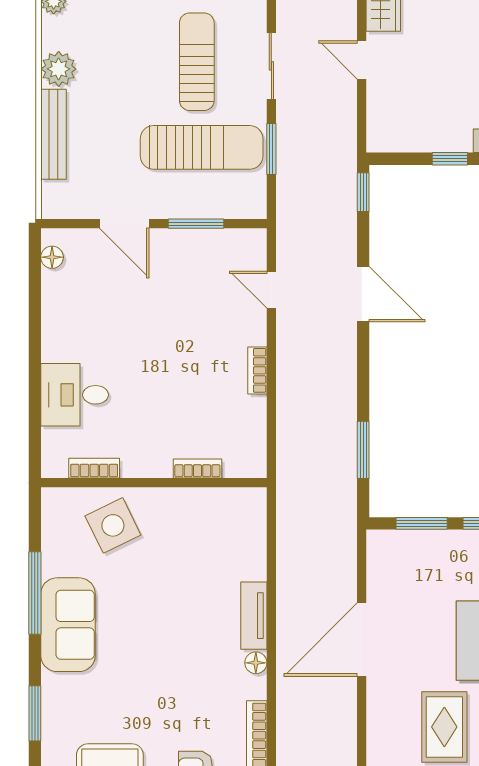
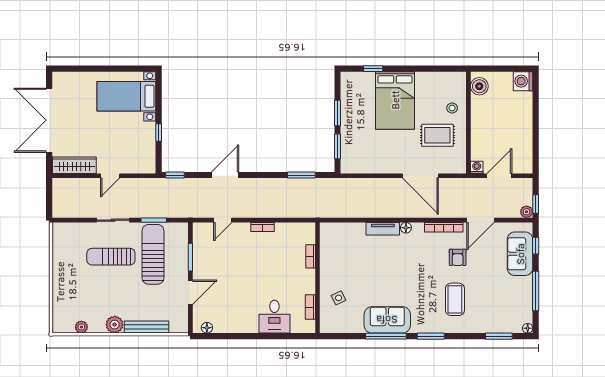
side table: (113, 525) -> (339, 298), width x0.54, depth x0.54
window: (35, 593) -> (386, 336), moved
door: (362, 640) -> (420, 176), moved

